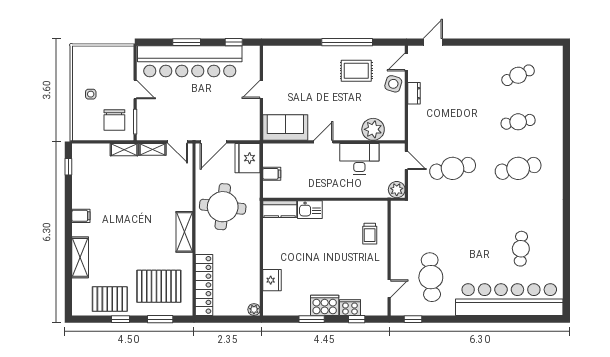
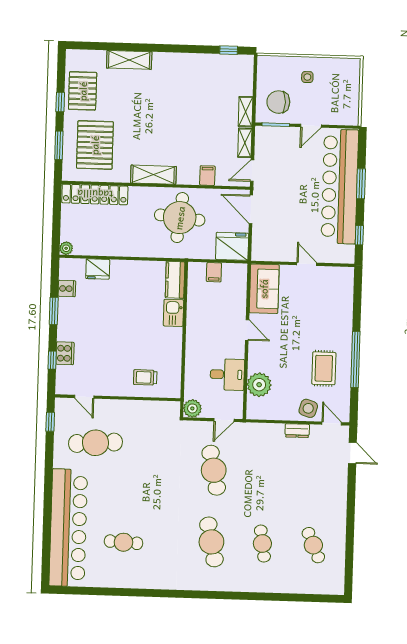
desk: (359, 159) -> (227, 375), width x0.73
filing cabinet: (81, 216) -> (207, 176), moved, turned 180
cooker: (325, 305) -> (67, 289), moved, width x0.53, depth x0.76

